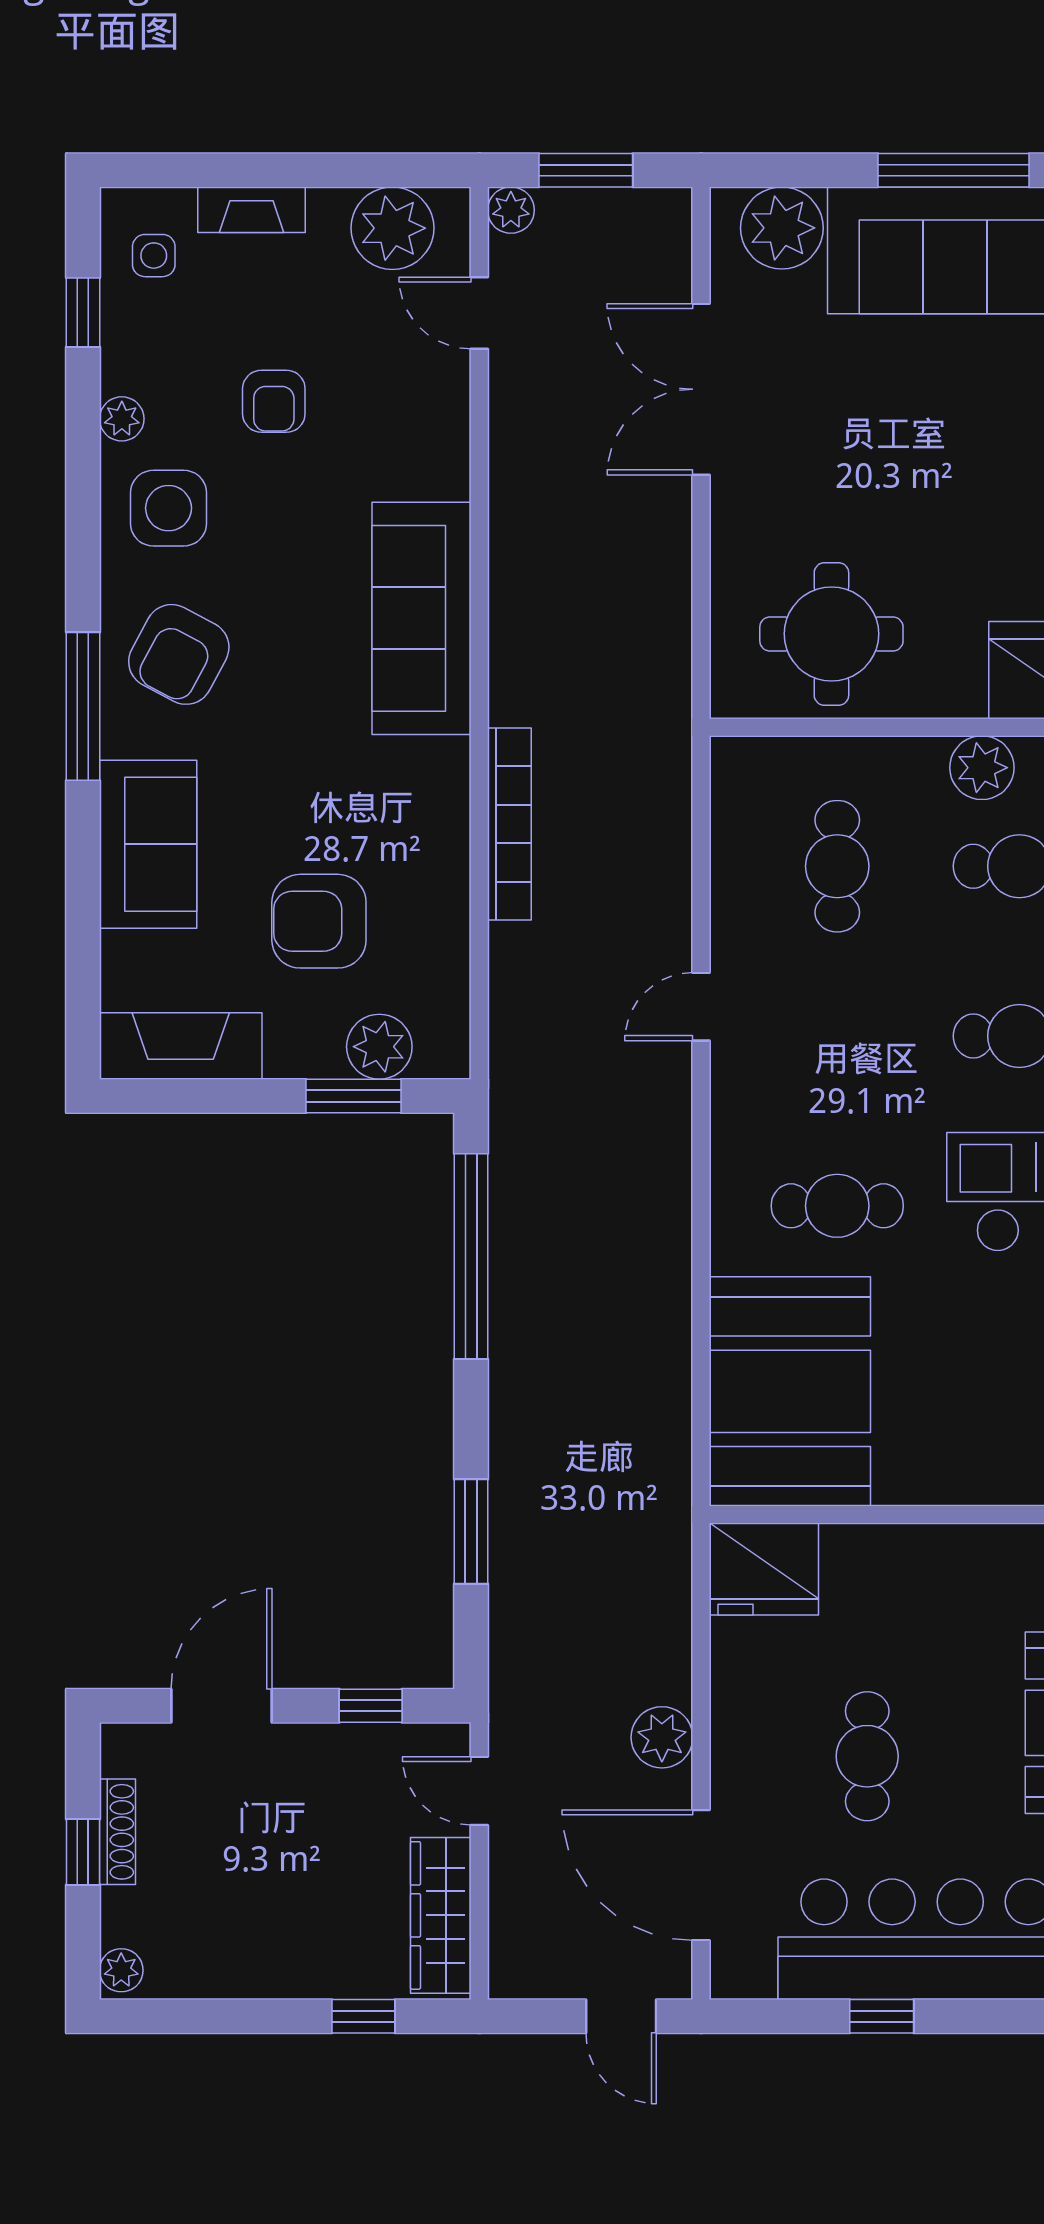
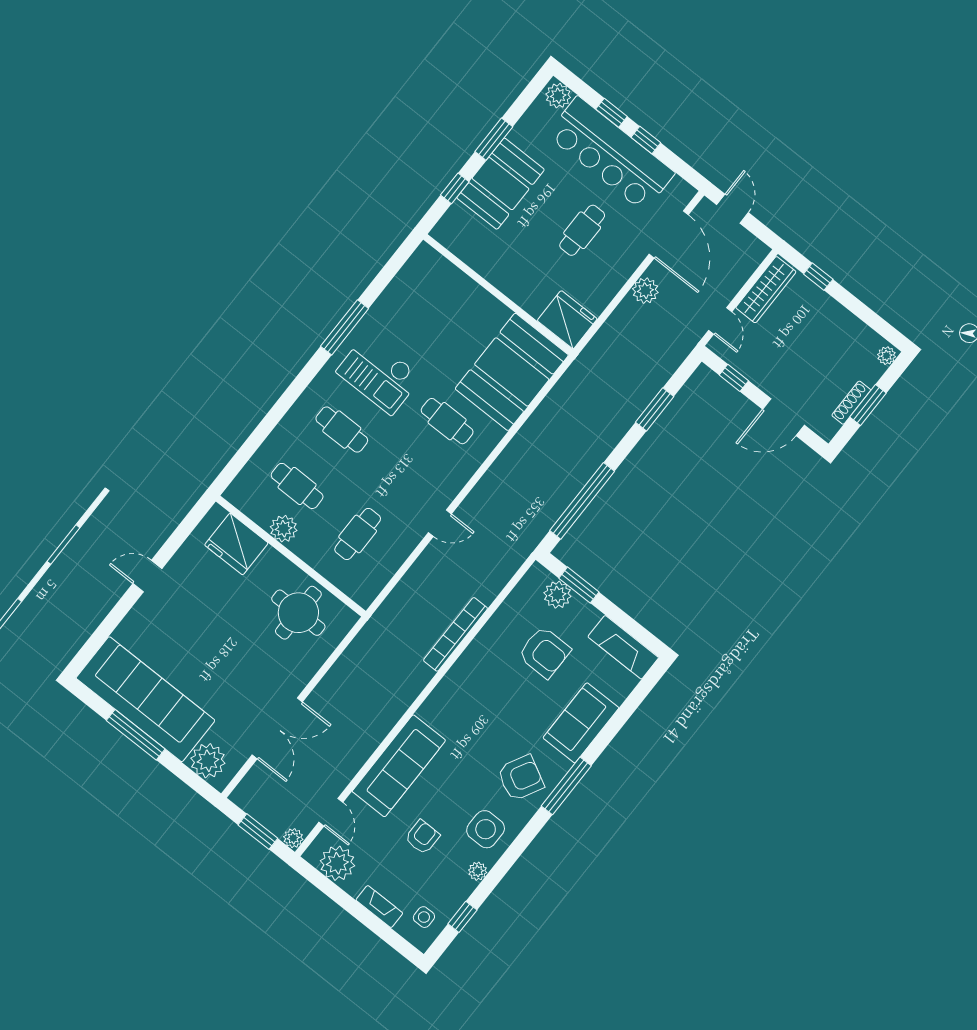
sofa: (422, 618) -> (399, 766), moved
window: (83, 1852) -> (868, 405), width x1.50
window: (985, 2016) -> (611, 113), added

